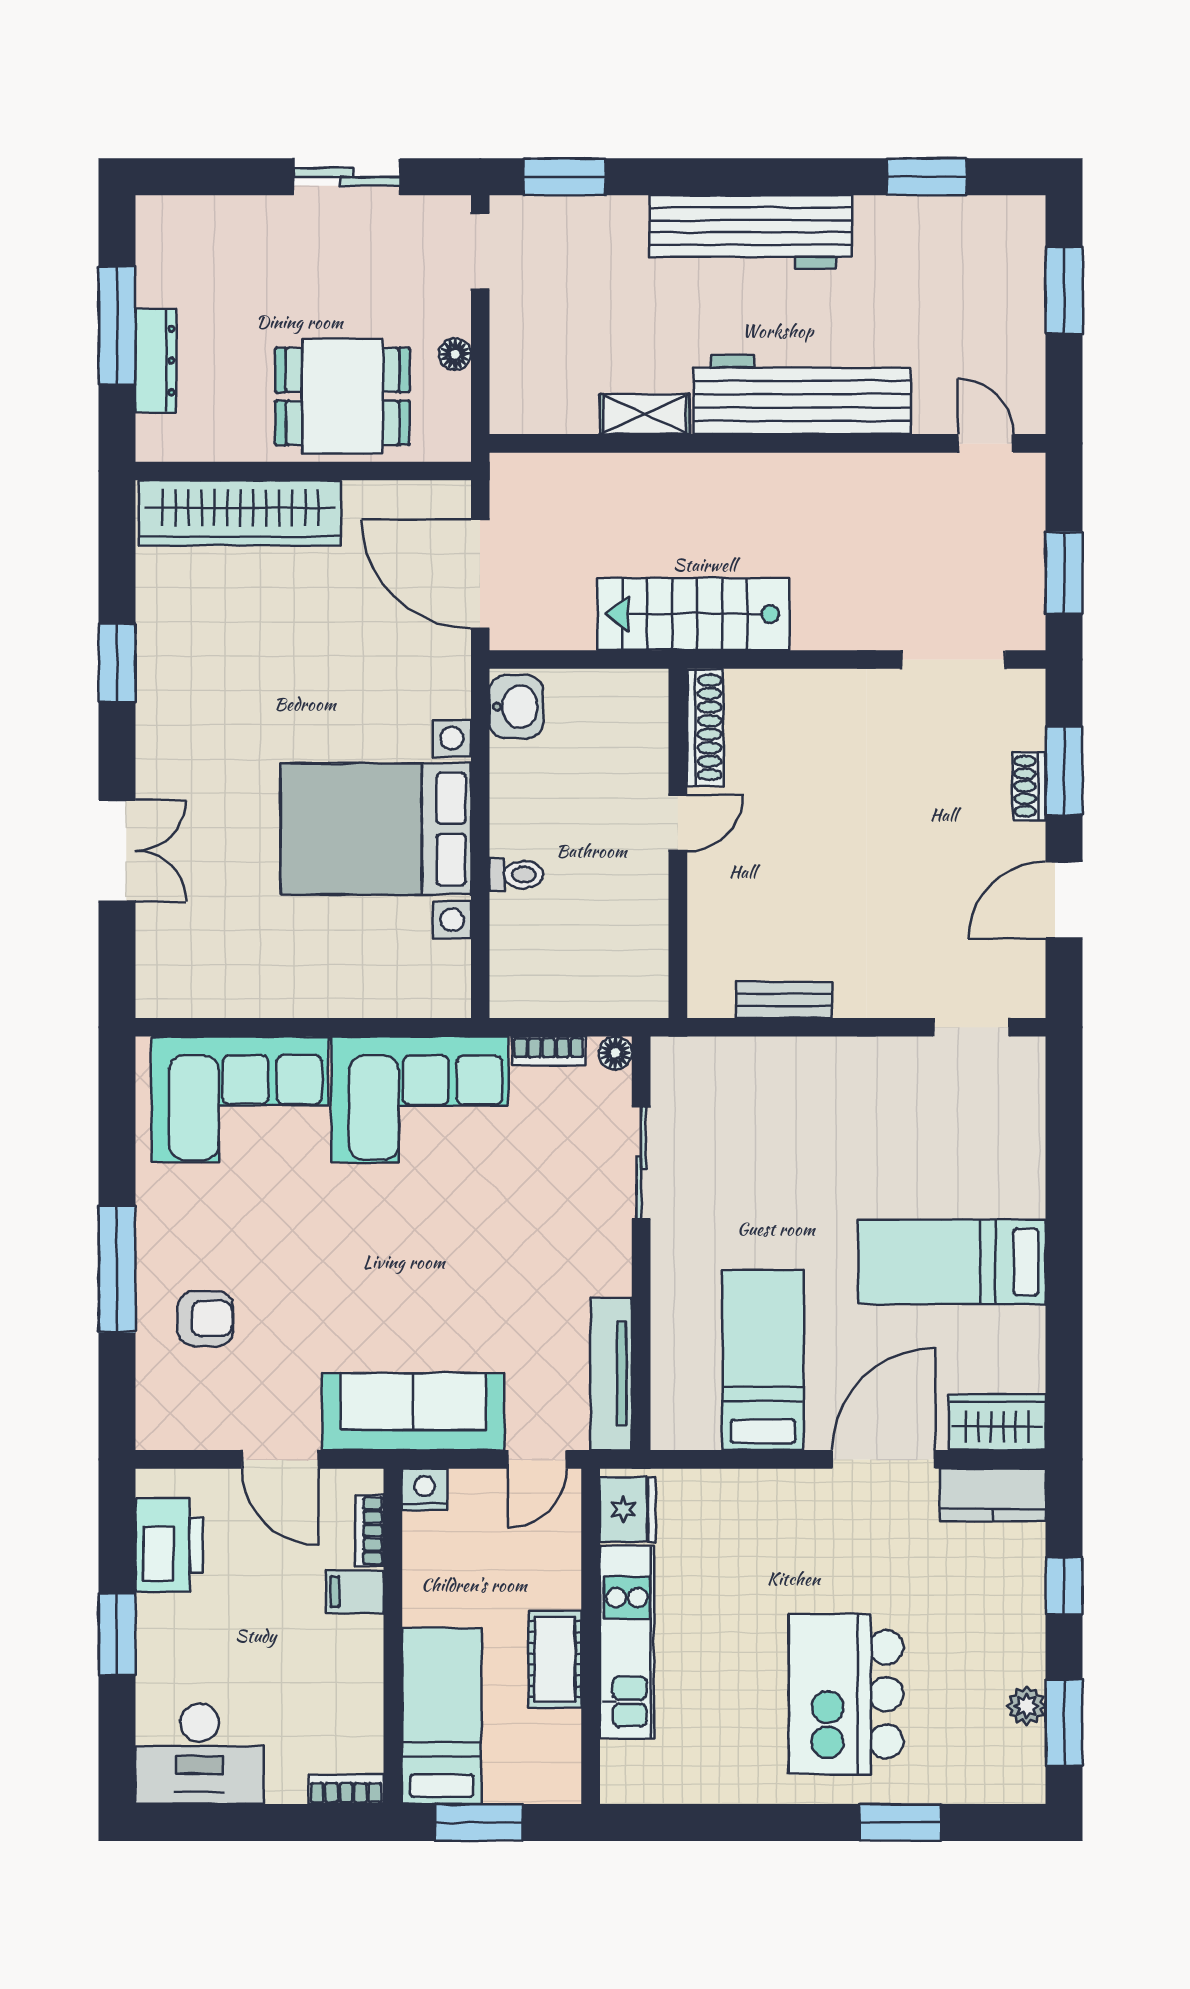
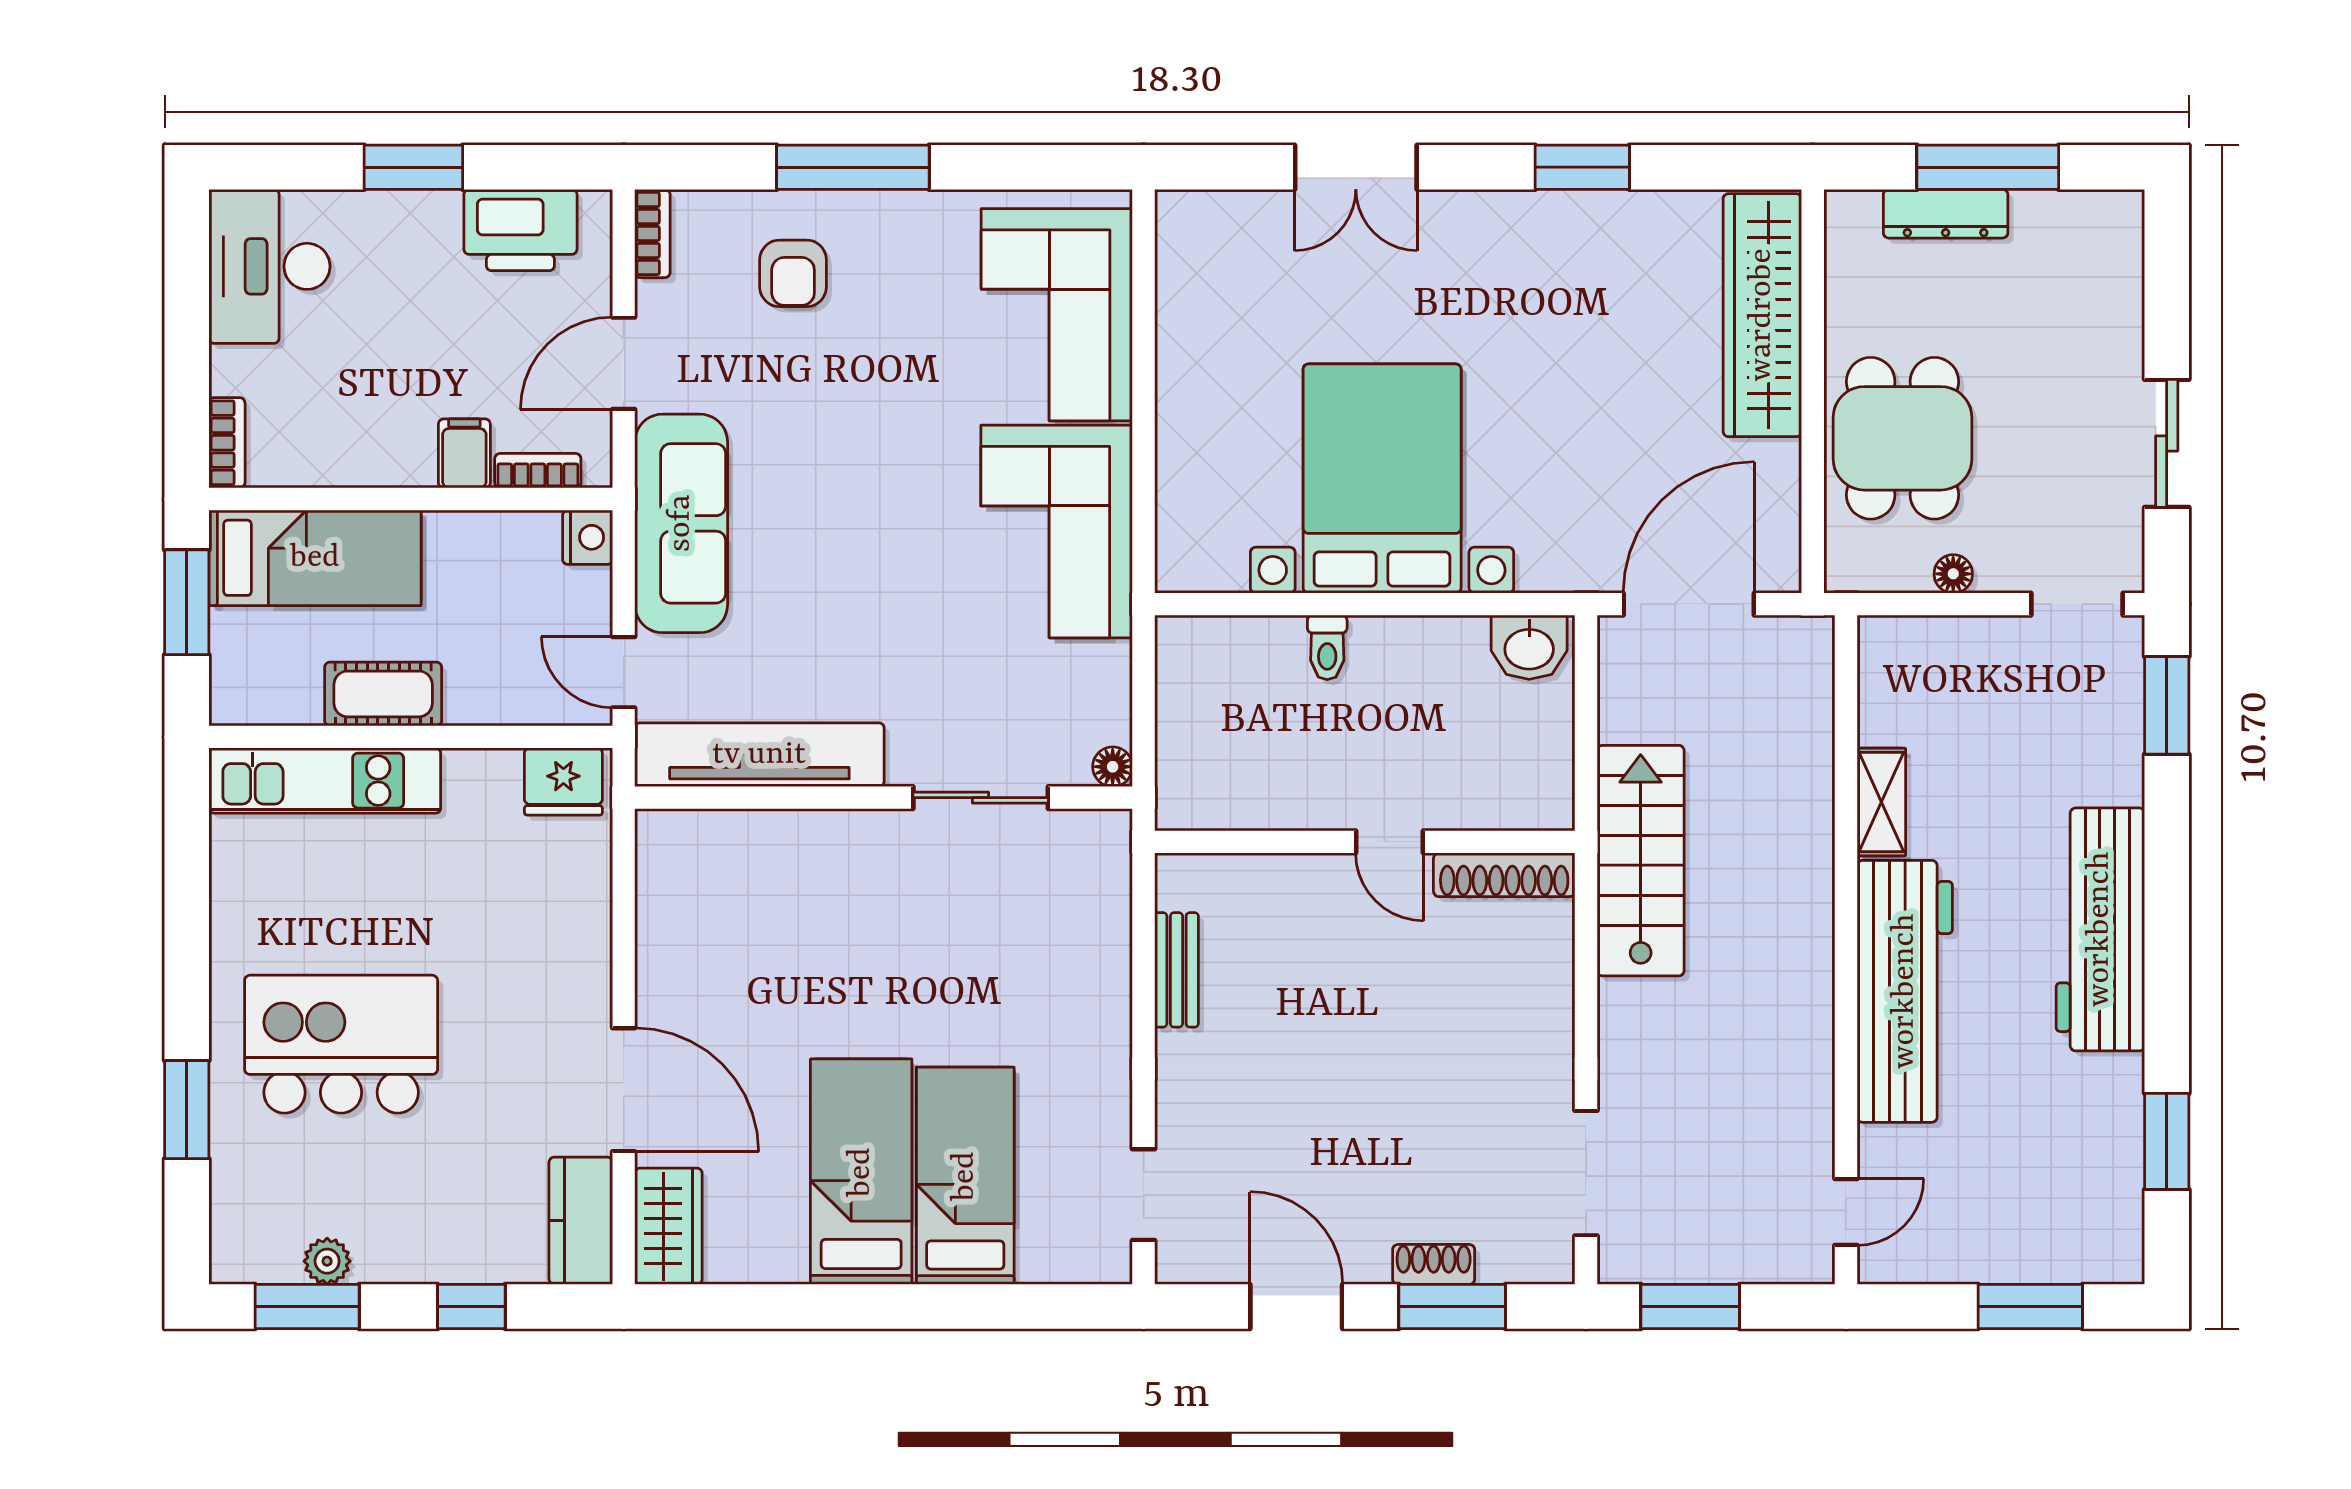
bookcase: (549, 1051) -> (652, 233), moved, turned 180
bed: (763, 1360) -> (965, 1176), moved, turned -90
tv unit: (611, 1374) -> (759, 755), width x1.36, depth x1.29
kitchen unit: (627, 1642) -> (325, 781), moved

